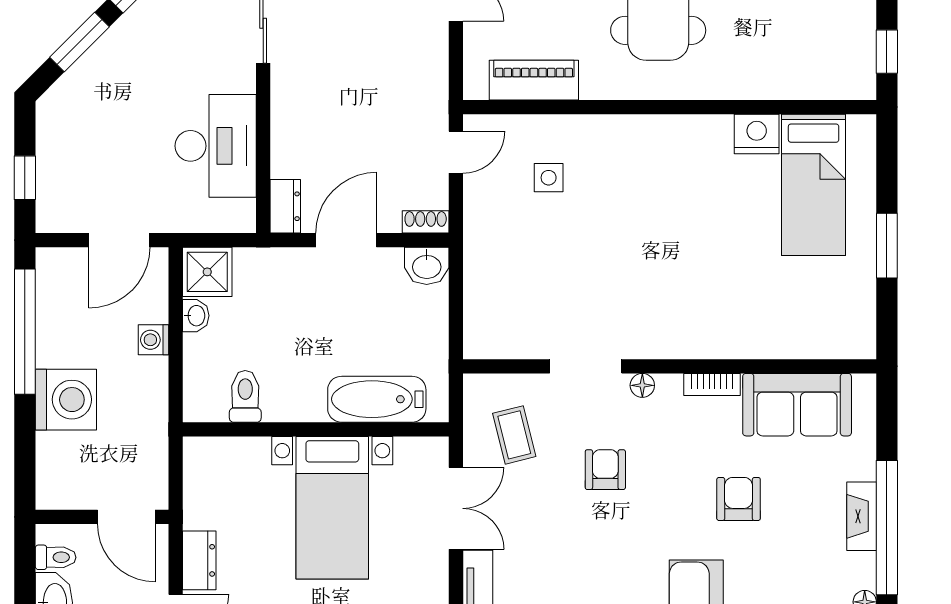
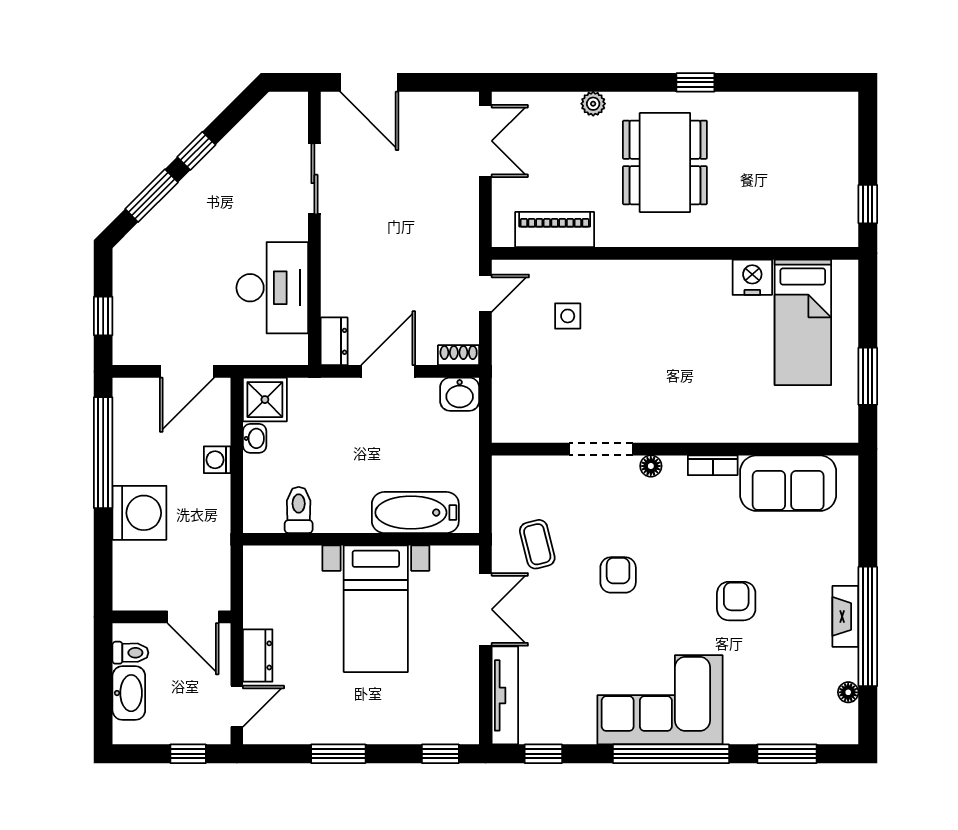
doorway: (586, 366) -> (601, 449), moved
wall: (670, 366) -> (675, 449), moved
bookcase: (712, 384) -> (713, 465), moved
floor lamp: (642, 385) -> (651, 466), moved
sofa: (797, 405) -> (788, 483), moved

